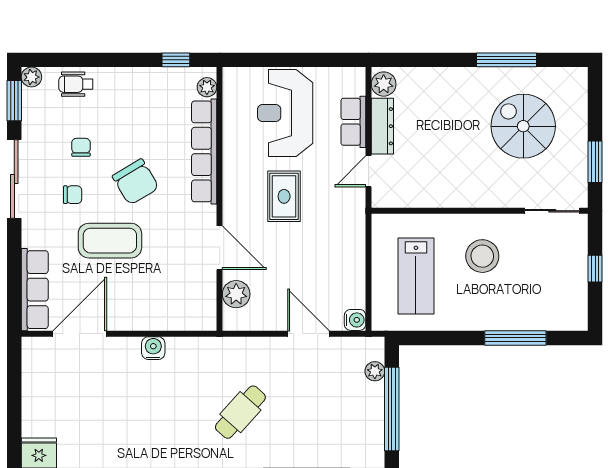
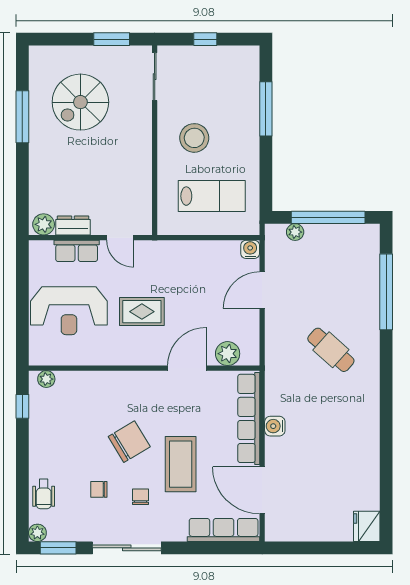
dresser: (382, 126) -> (73, 226), width x0.70
row of seats: (204, 151) -> (249, 418), moved, turned 90

